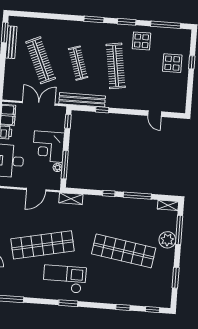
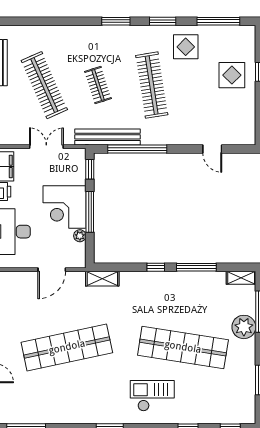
clothes rail: (78, 63) -> (98, 85), width x0.73
double door: (39, 103) -> (46, 147), width x0.73
window: (102, 110) -> (137, 149), width x3.17
window: (65, 165) -> (90, 212), moved
checkout: (65, 279) -> (152, 396), moved, width x0.73, depth x0.83

